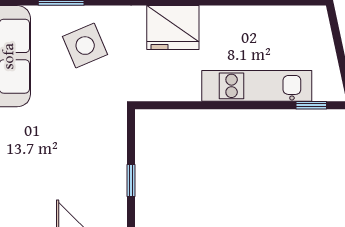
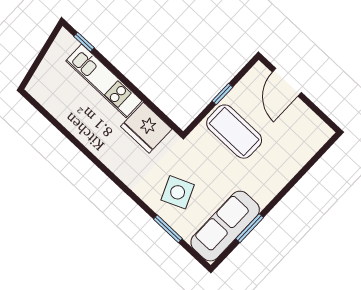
fridge: (173, 28) -> (146, 128), moved, turned 180
coffee table: (86, 155) -> (234, 132), added

